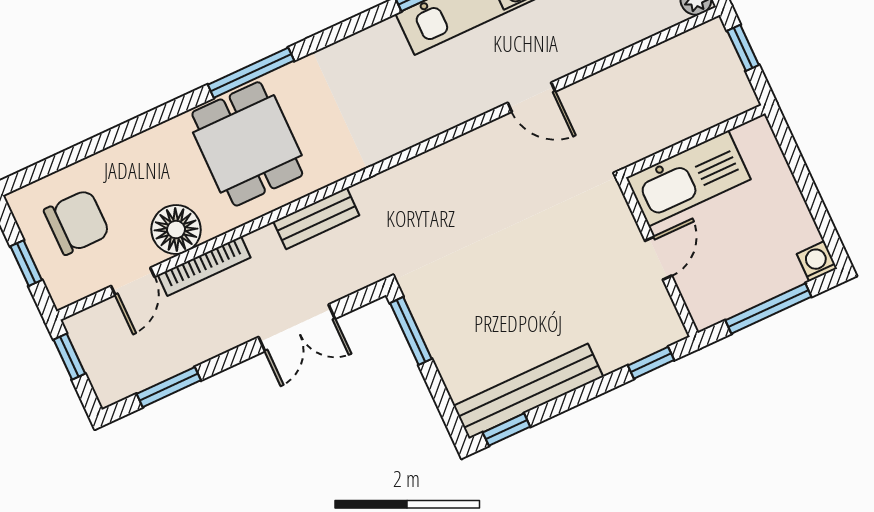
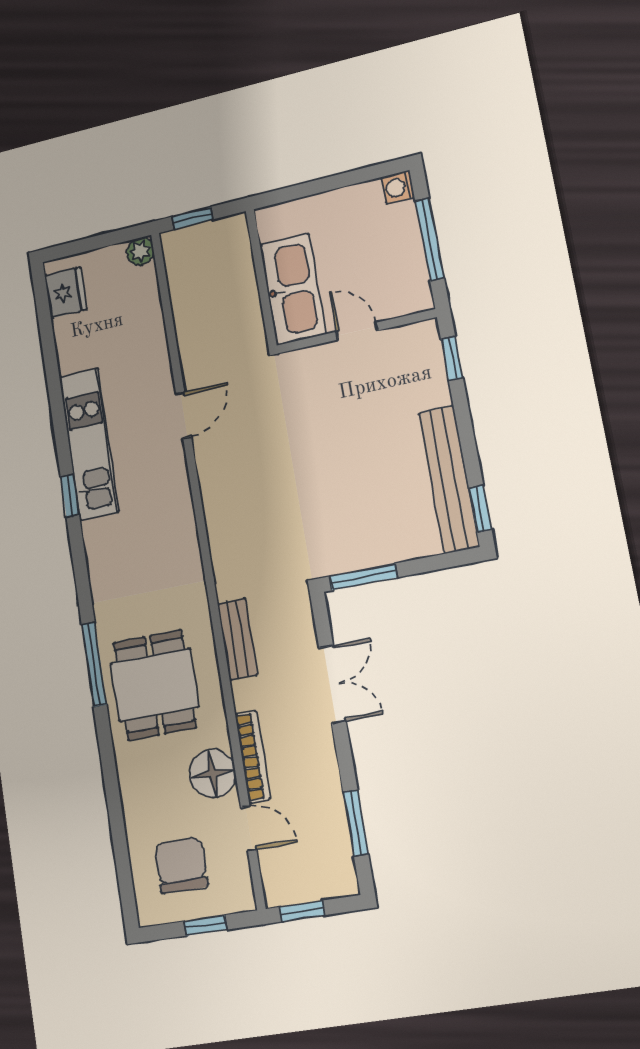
dining table: (247, 144) -> (155, 685), turned 90

